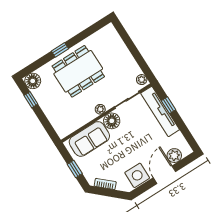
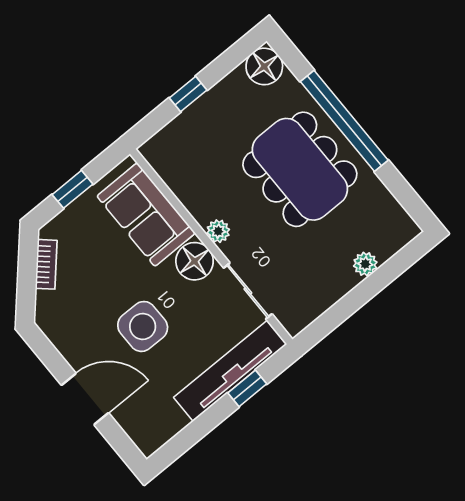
window: (60, 50) -> (344, 121), width x3.17
plant: (142, 80) -> (365, 264), moved
window: (31, 100) -> (188, 94), moved
plant: (174, 156) -> (132, 416), removed
side table: (137, 175) -> (143, 326), moved

